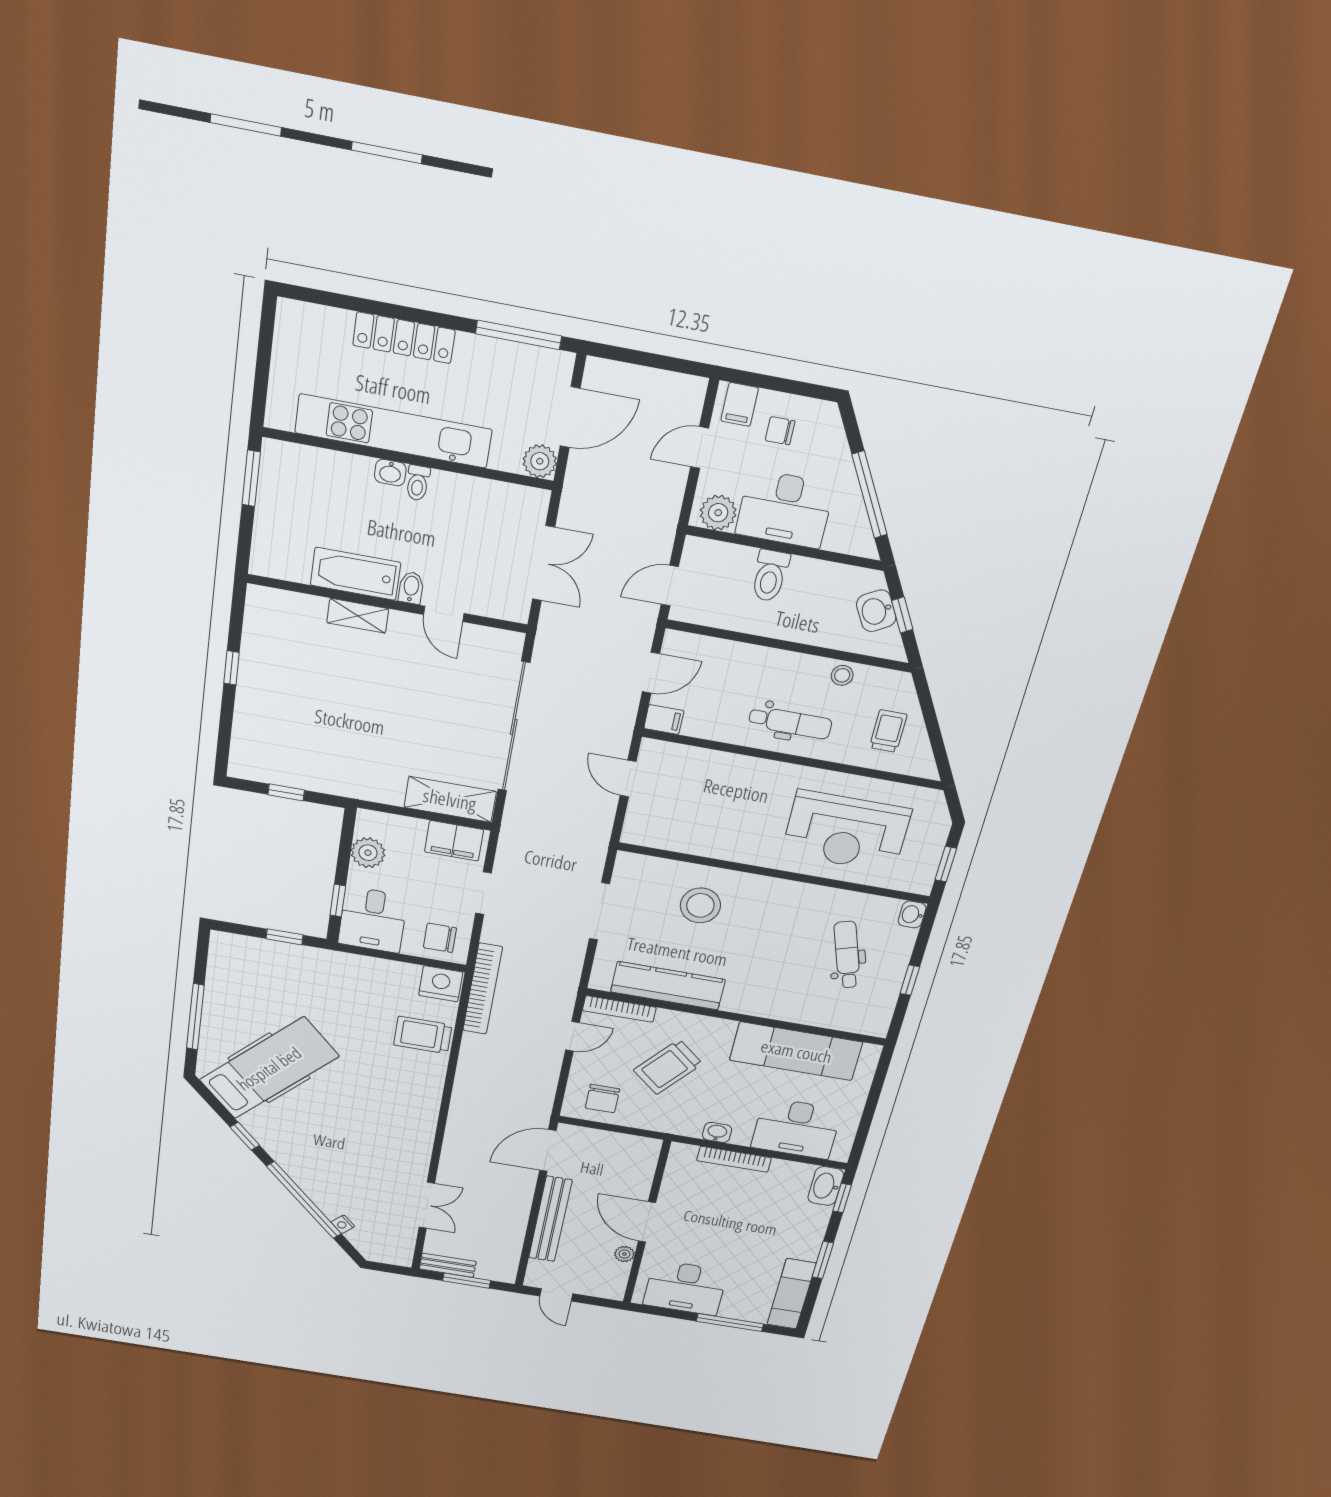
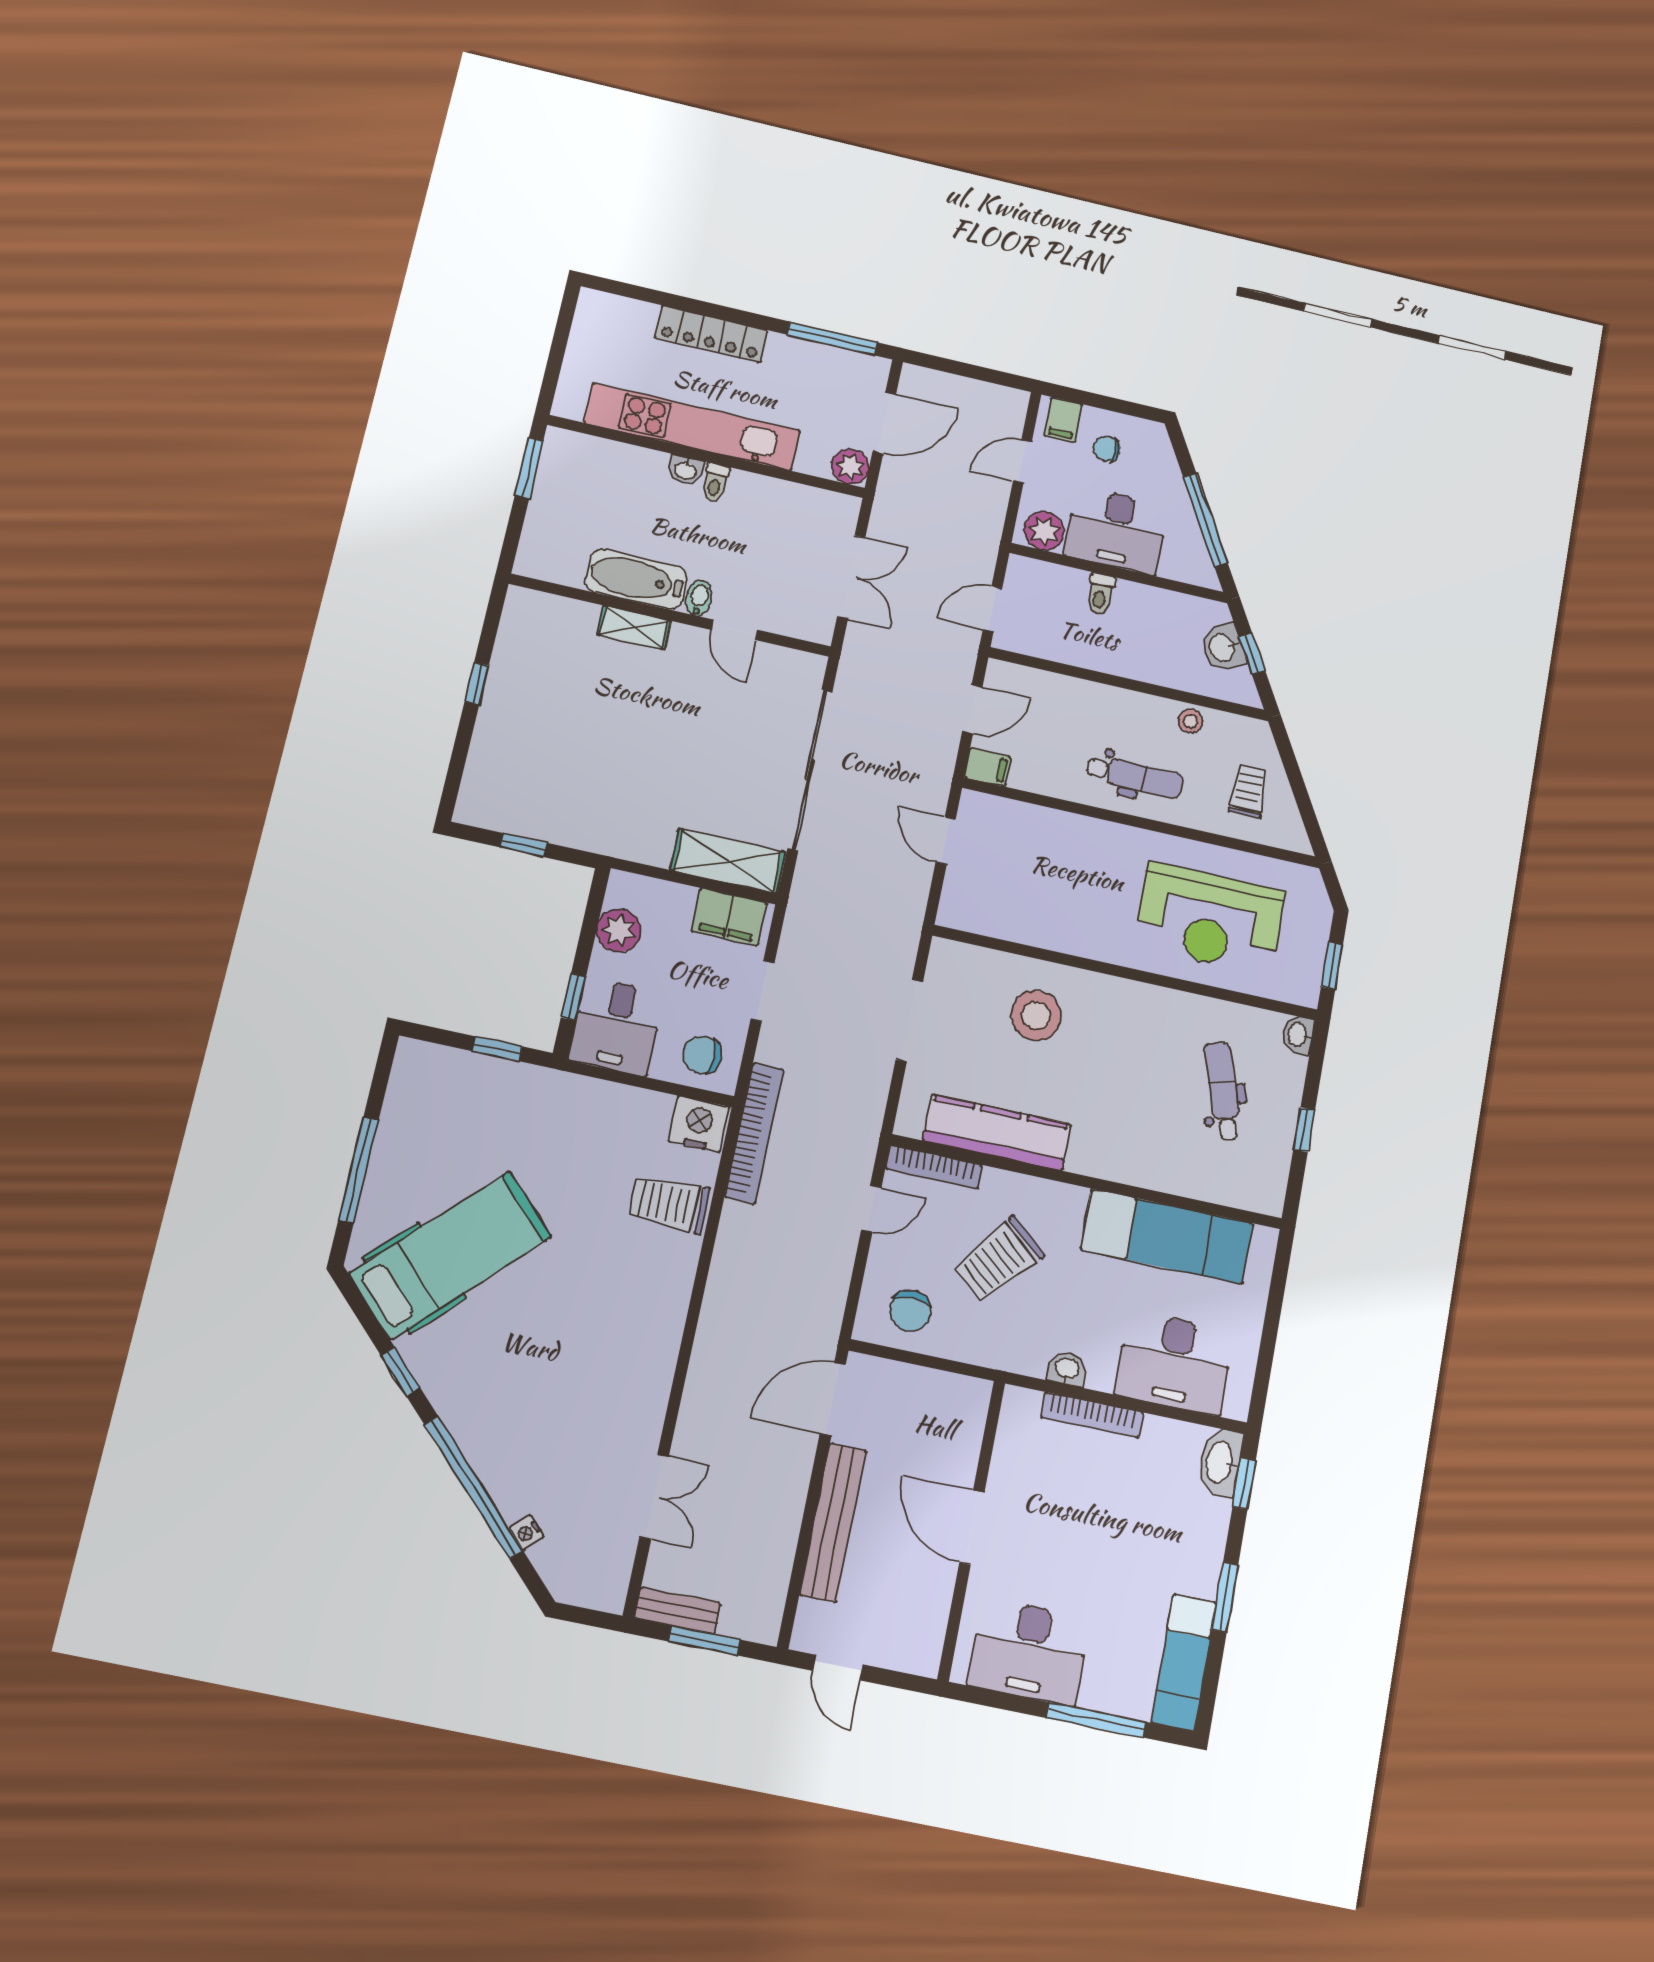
toilet: (770, 576) -> (1100, 594), width x0.73, depth x0.72
plant: (624, 1254) -> (940, 1587), removed

